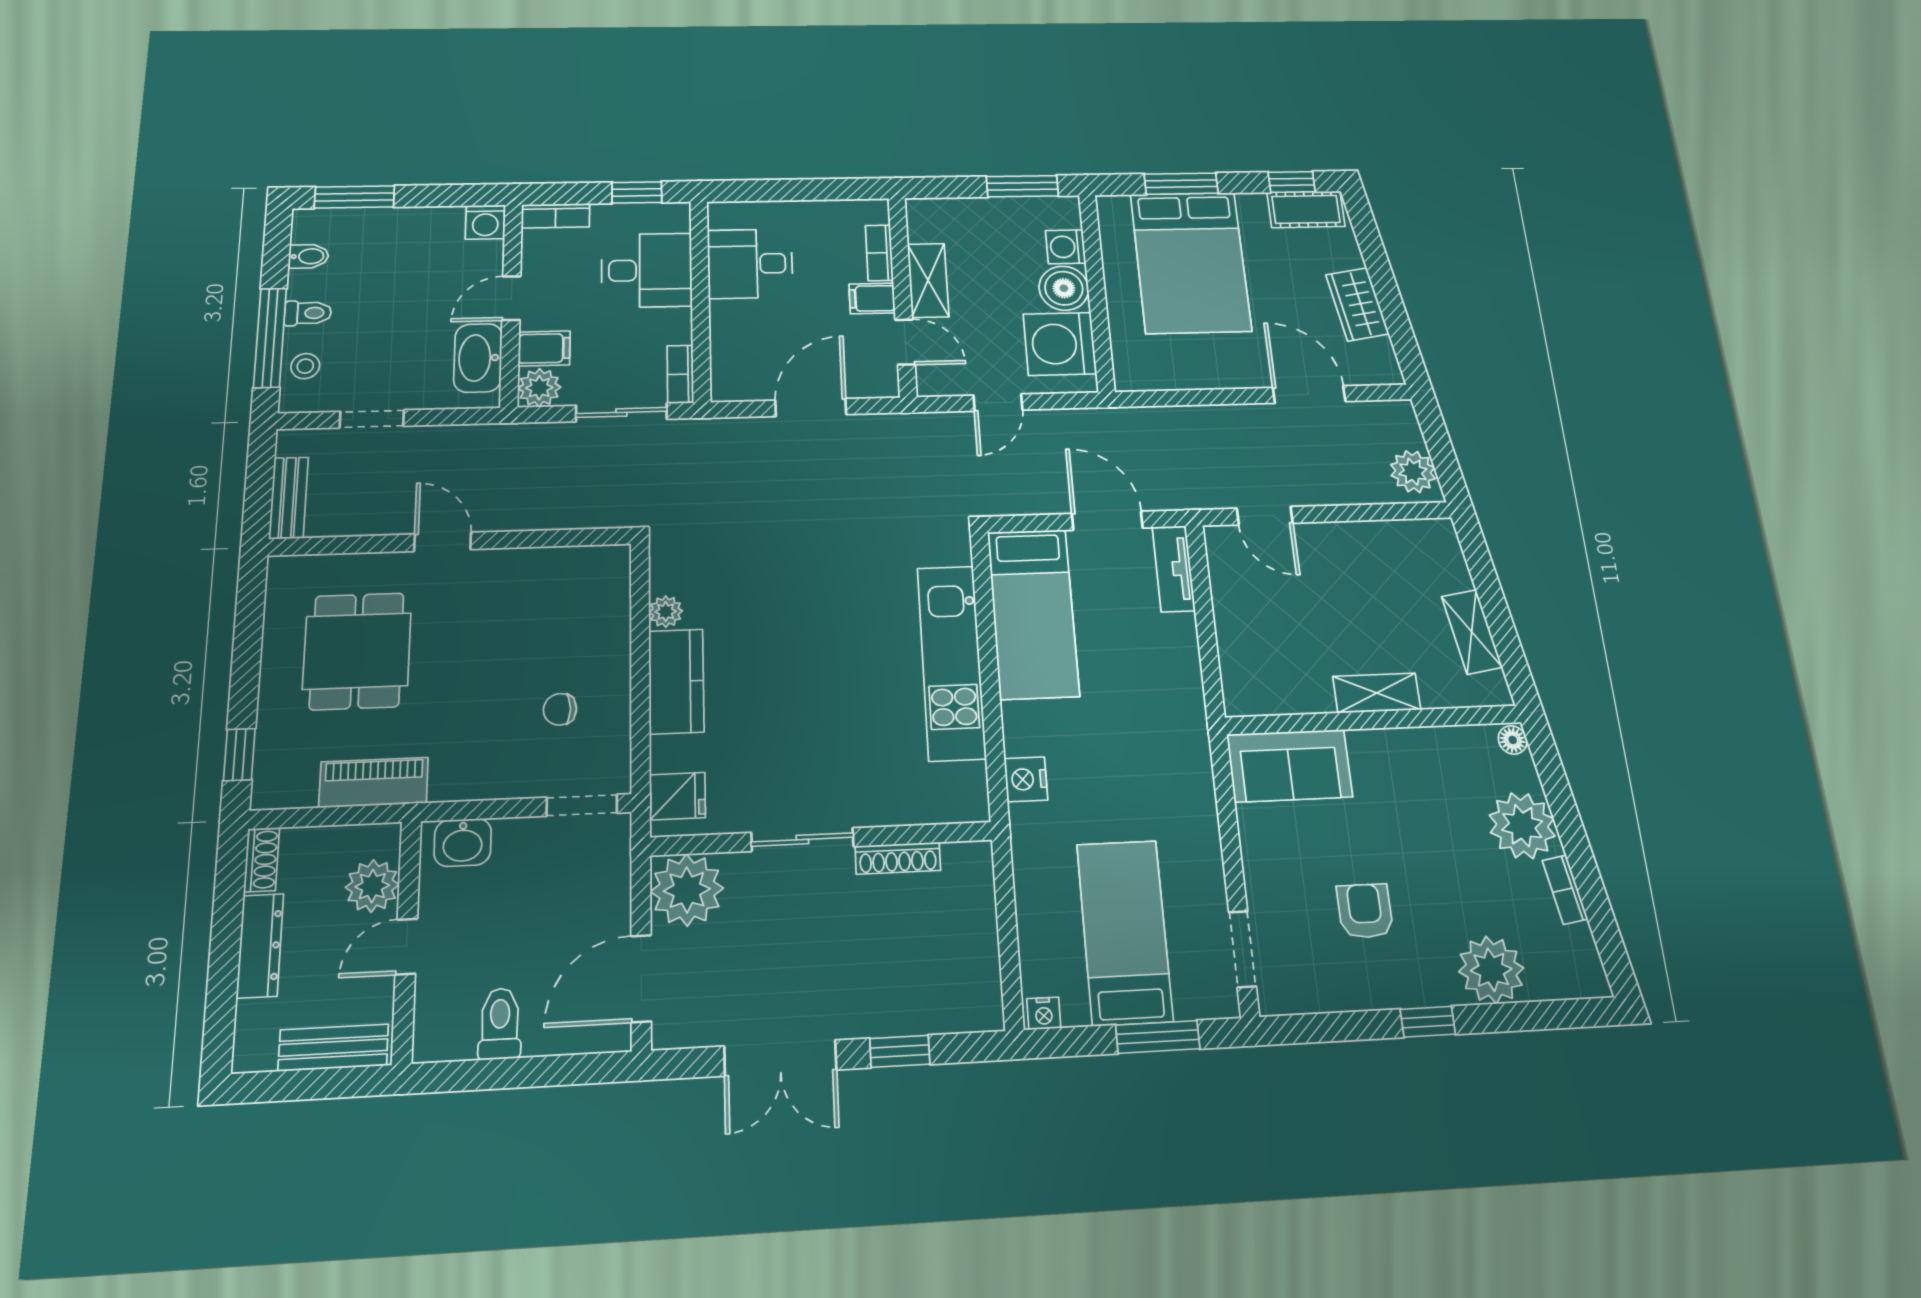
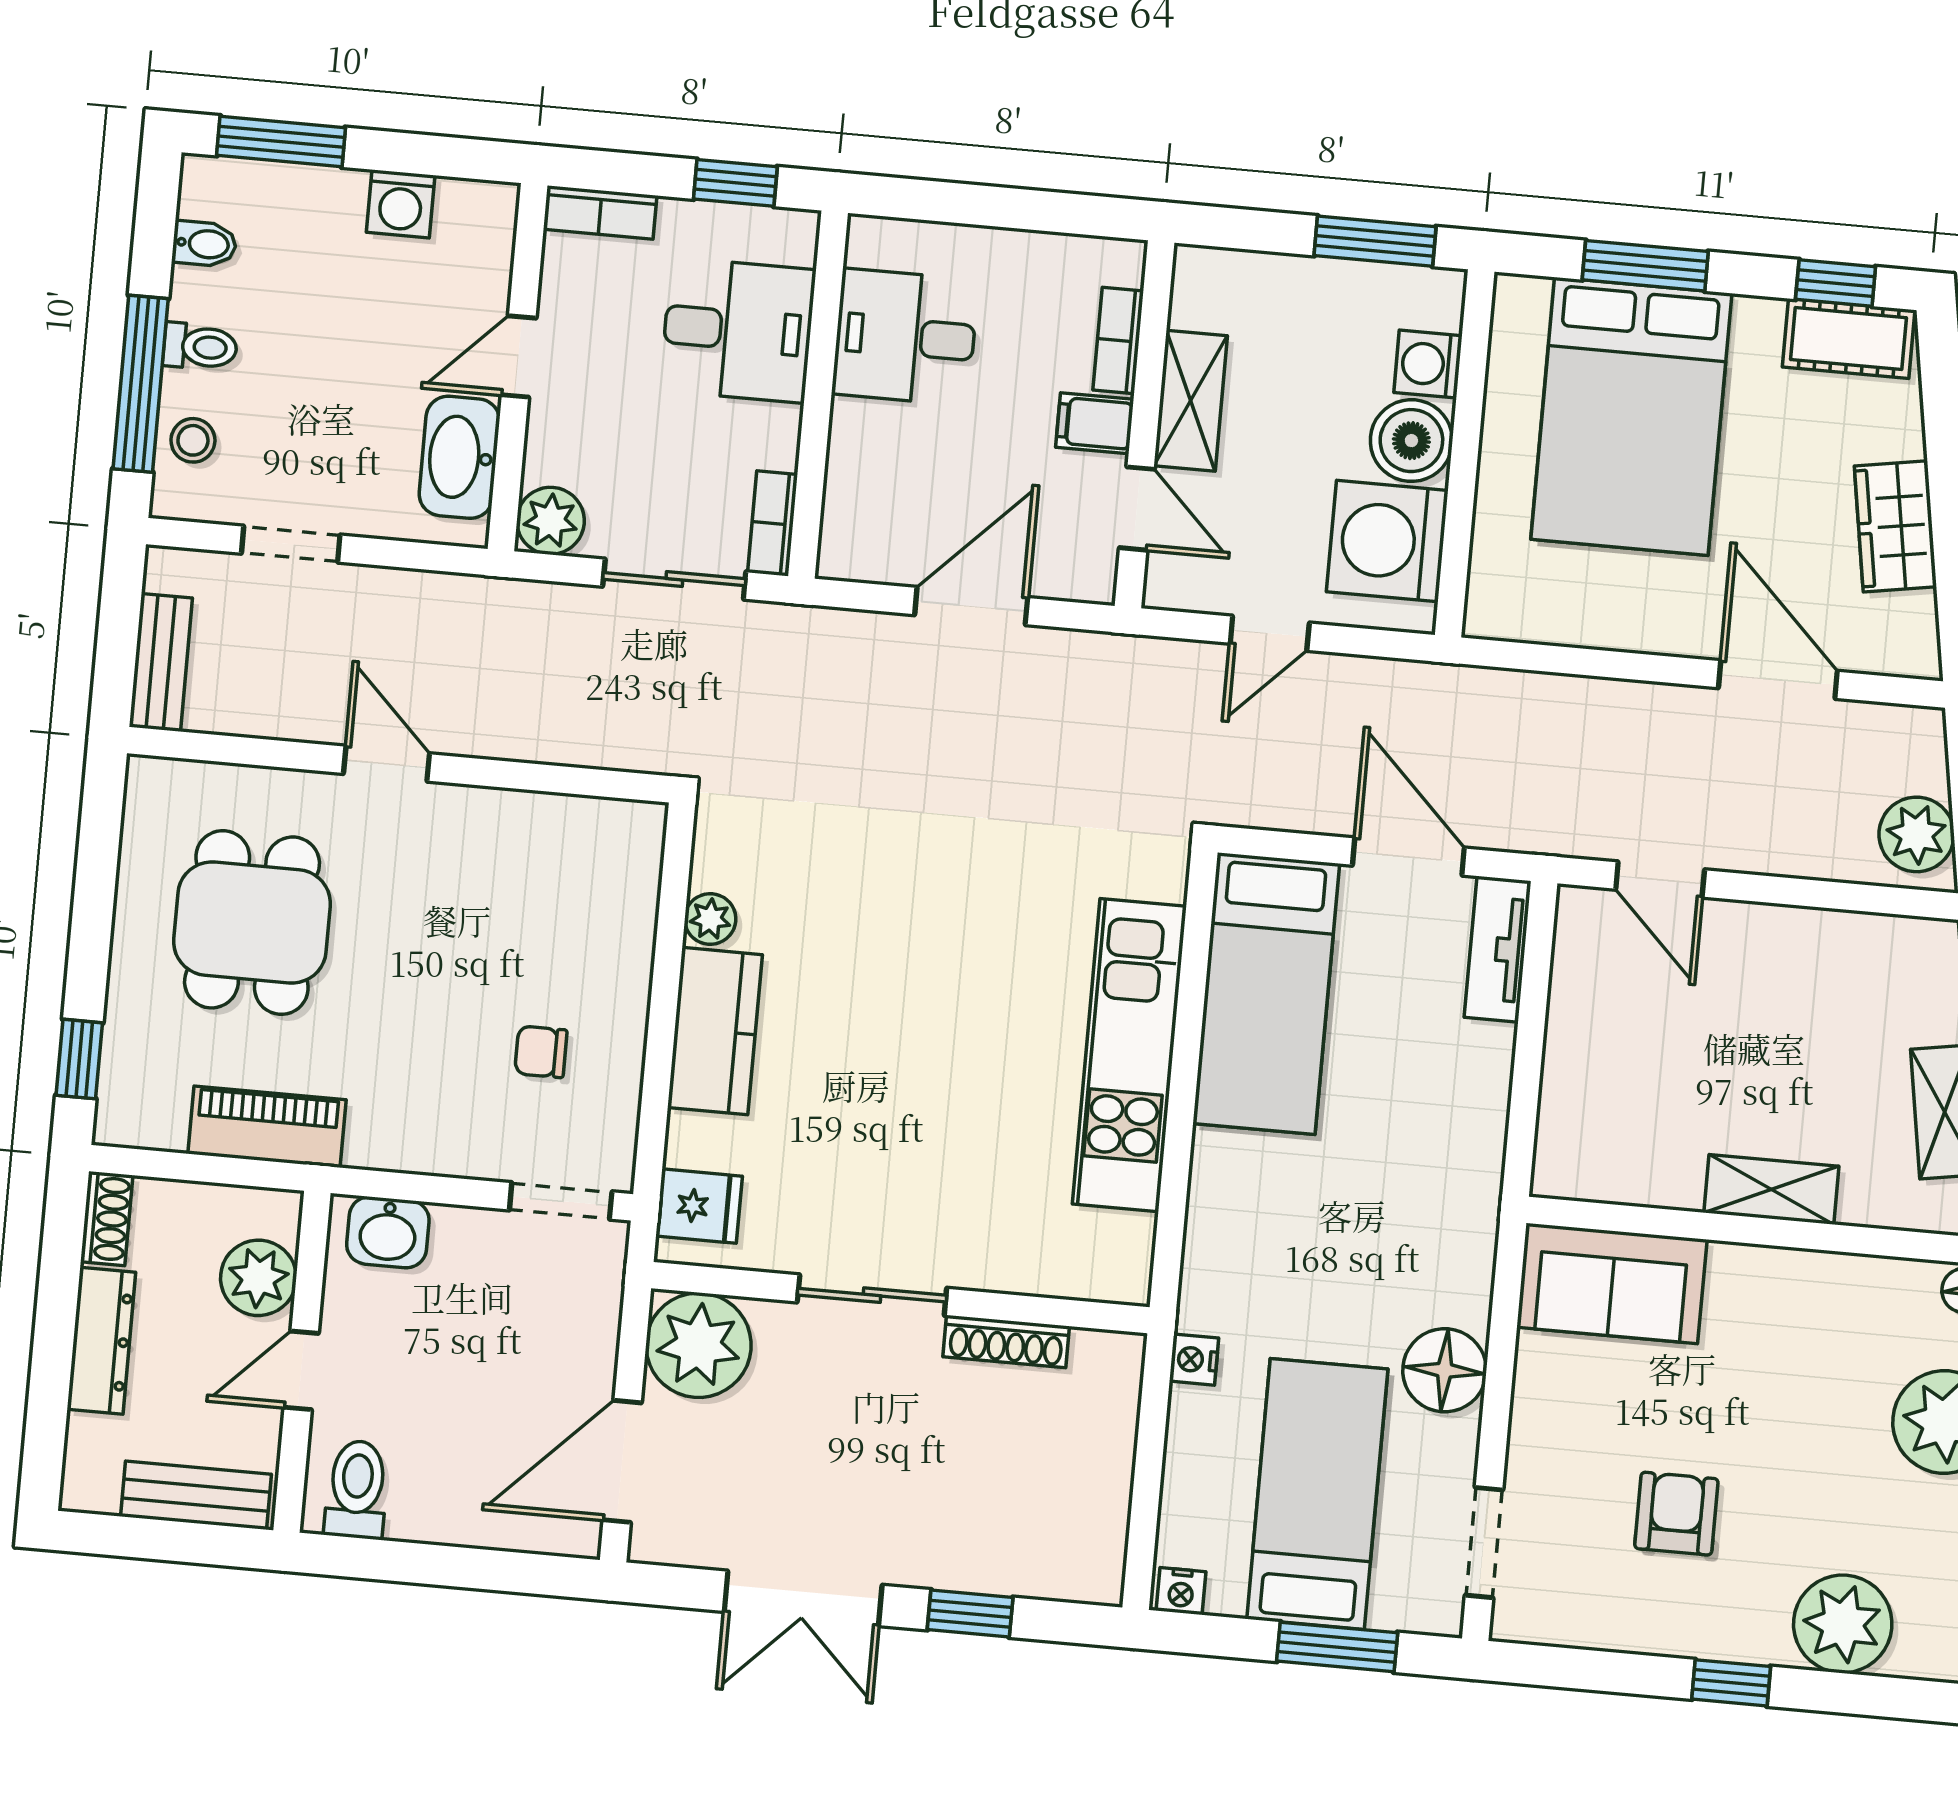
washing machine: (485, 222) -> (401, 204), moved
filing cabinet: (544, 348) -> (563, 453), removed
nightstand: (1026, 779) -> (1194, 1360), moved, width x0.72, depth x0.74
floor lamp: (1193, 837) -> (1445, 1370), added
toilet: (500, 1024) -> (357, 1489), moved

